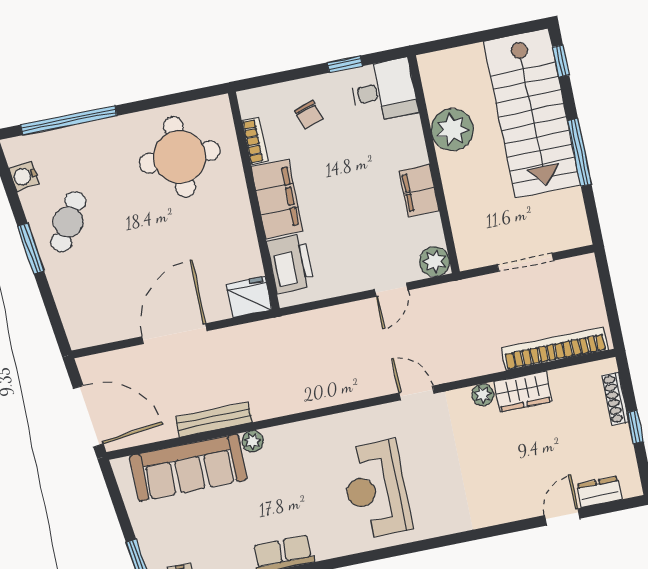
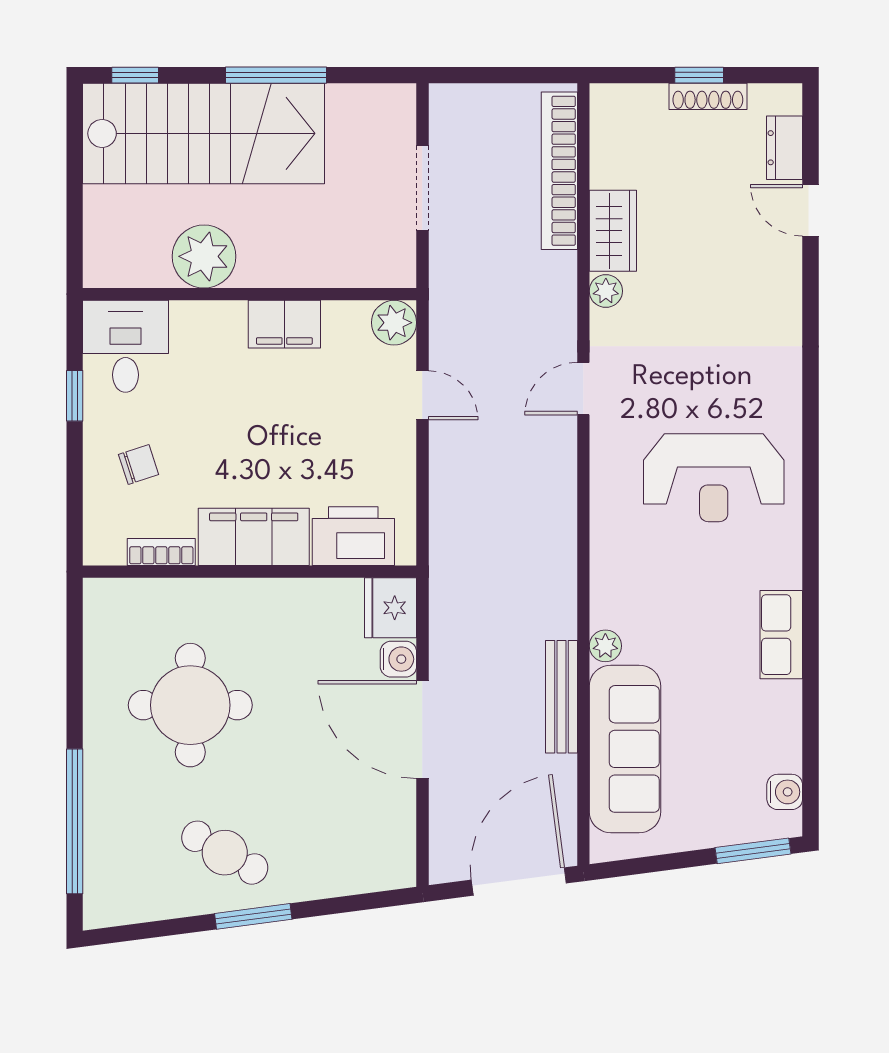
round table: (180, 157) -> (190, 705), moved
water cooler: (24, 176) -> (398, 659), moved, turned -83
shoe rack: (615, 399) -> (708, 96), moved

